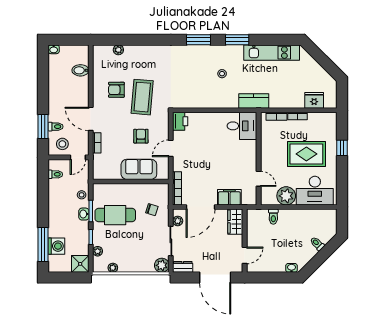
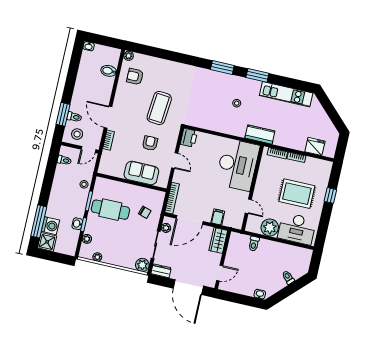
plant: (118, 50) -> (129, 56), moved
armchair: (116, 90) -> (135, 76), moved
desk: (242, 126) -> (238, 165), width x1.87, depth x1.30
door: (171, 148) -> (175, 161), swing flipped
filing cabinet: (229, 197) -> (218, 217), width x0.50
washbasin: (84, 214) -> (77, 224), moved
shower: (80, 264) -> (47, 242), moved

